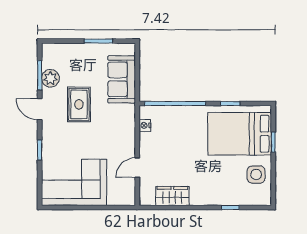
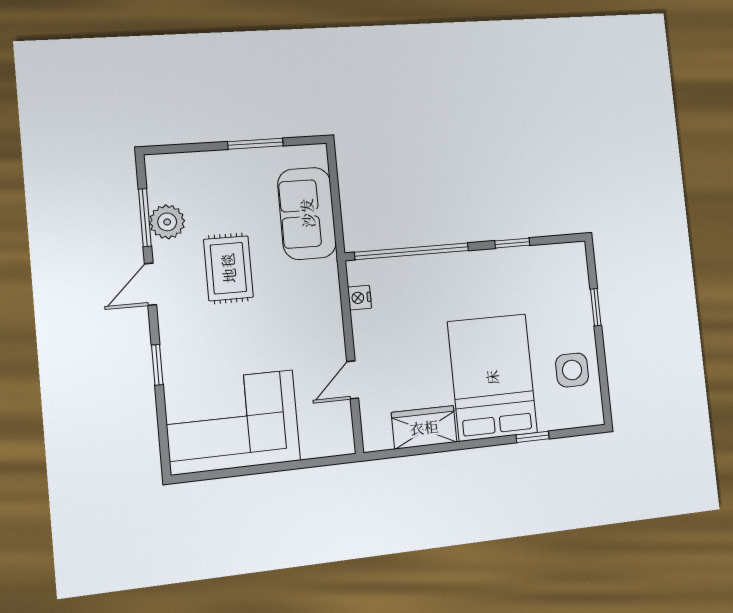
door: (40, 109) -> (150, 284), hinge flipped
bed: (240, 134) -> (492, 377), moved, turned 90

